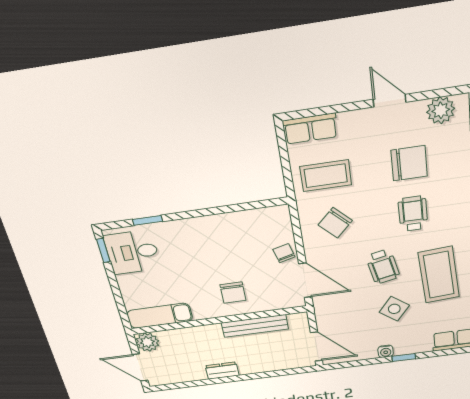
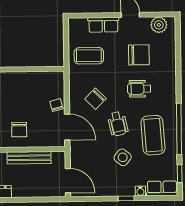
row of seats: (310, 129) -> (103, 25), moved
wheelchair: (413, 214) -> (139, 89), turned -90
chair: (335, 223) -> (95, 99), moved
water cooler: (386, 351) -> (140, 191), moved

